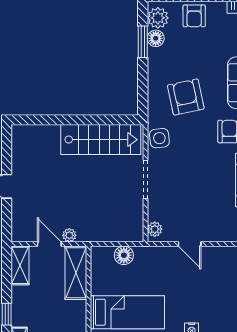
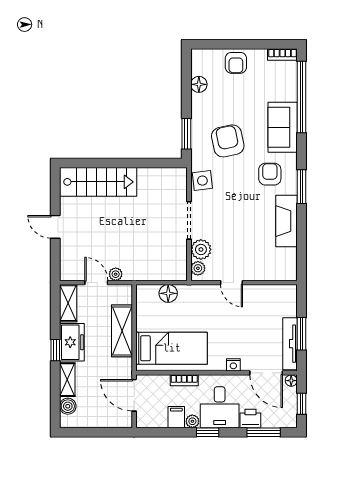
plant: (158, 18) -> (201, 249), moved
window: (143, 42) -> (186, 134), moved
stairs: (101, 140) -> (98, 182), moved
shelving: (76, 273) -> (122, 331), moved
freezer: (24, 306) -> (72, 342), added

